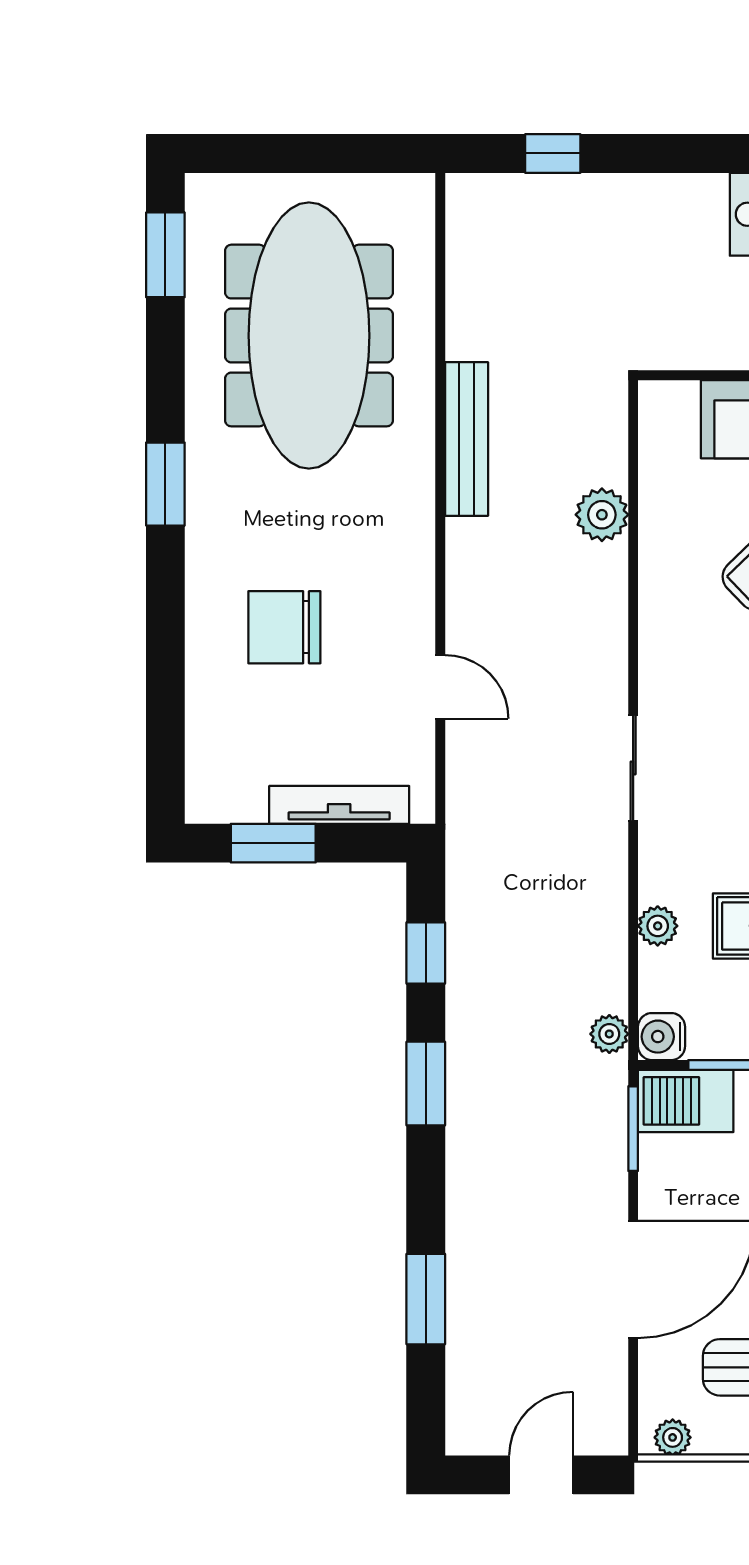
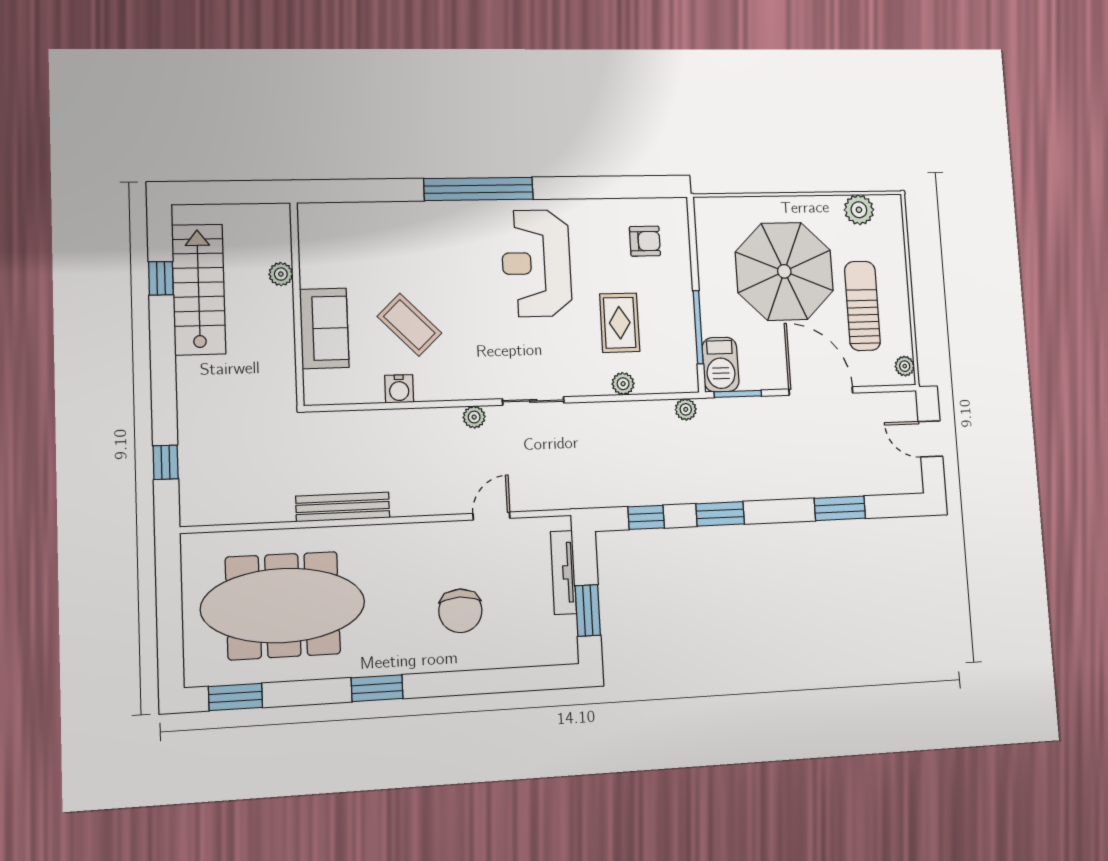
plant: (602, 515) -> (474, 417), moved, width x0.73, depth x0.73
water cooler: (662, 1037) -> (399, 389), moved

